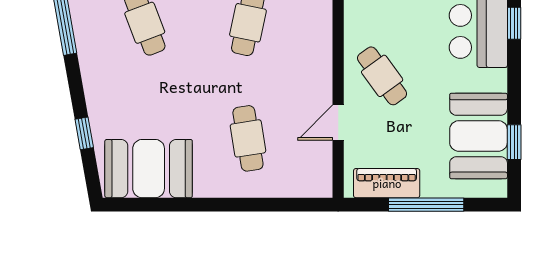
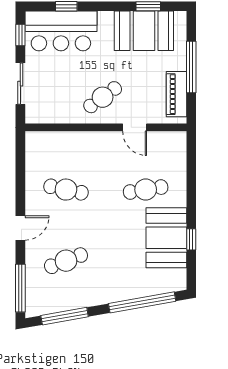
window: (84, 133) -> (142, 302), width x3.17
booth: (149, 169) -> (166, 238), moved
window: (176, 205) -> (191, 239), added

